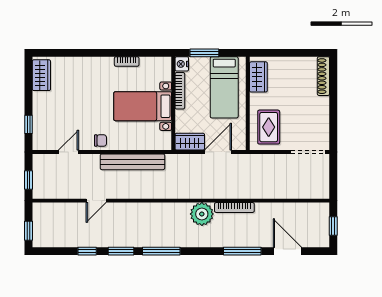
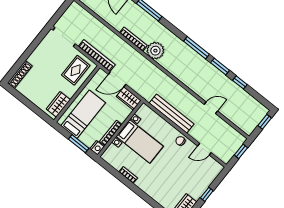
window: (29, 124) -> (207, 194), moved
bookcase: (259, 160) -> (97, 56), added

